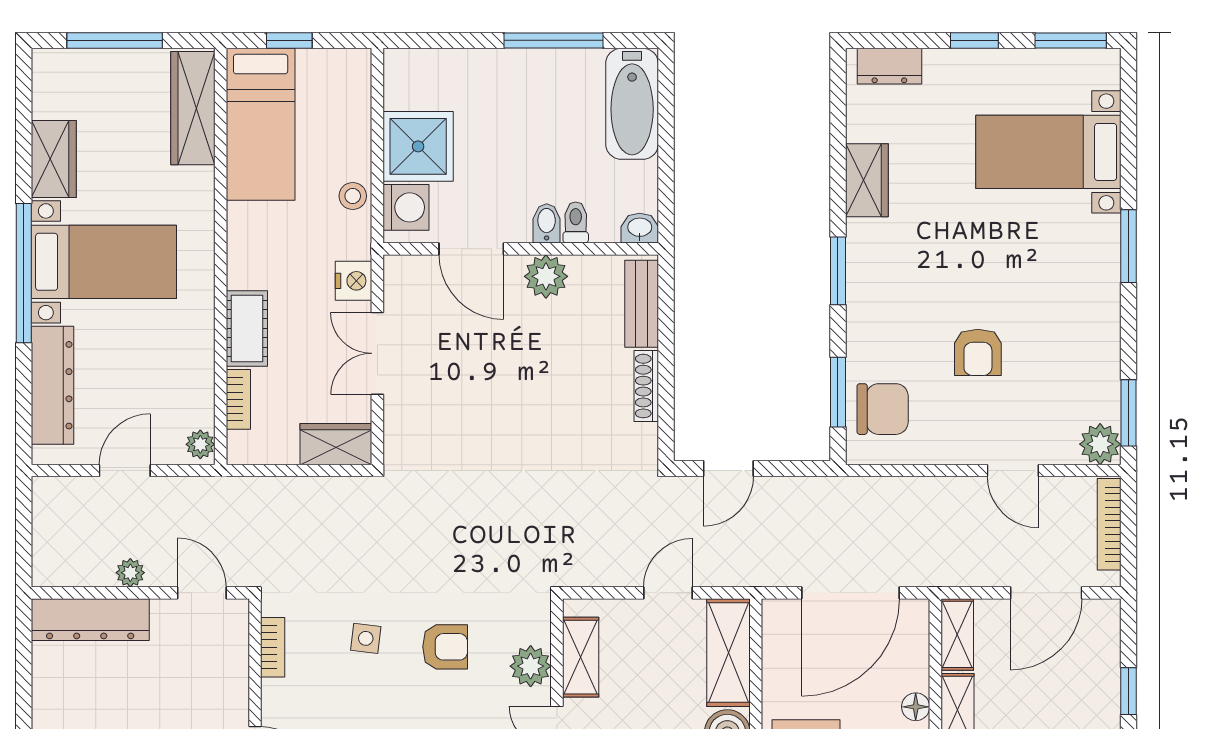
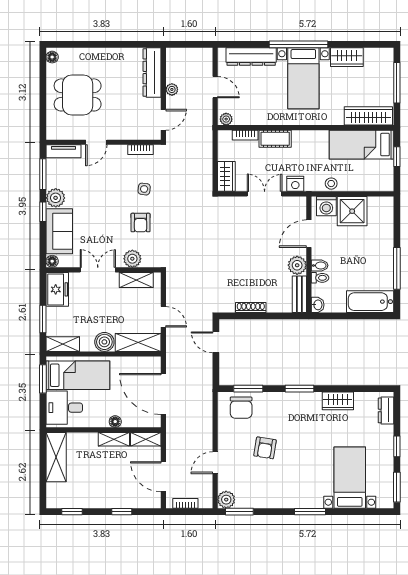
bench: (642, 304) -> (299, 294), moved, turned 90
armchair: (978, 352) -> (265, 448), turned -81
bookcase: (1109, 524) -> (185, 503), width x0.64

